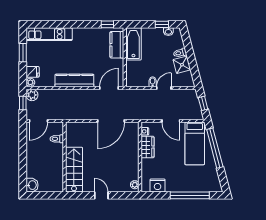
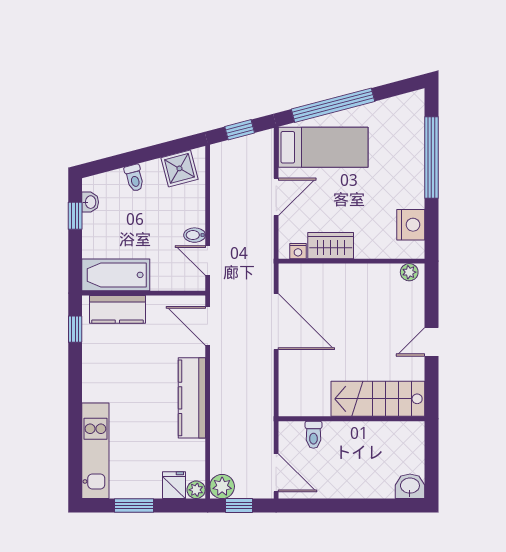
shower: (182, 65) -> (179, 168), moved
door: (164, 88) -> (208, 260), moved

